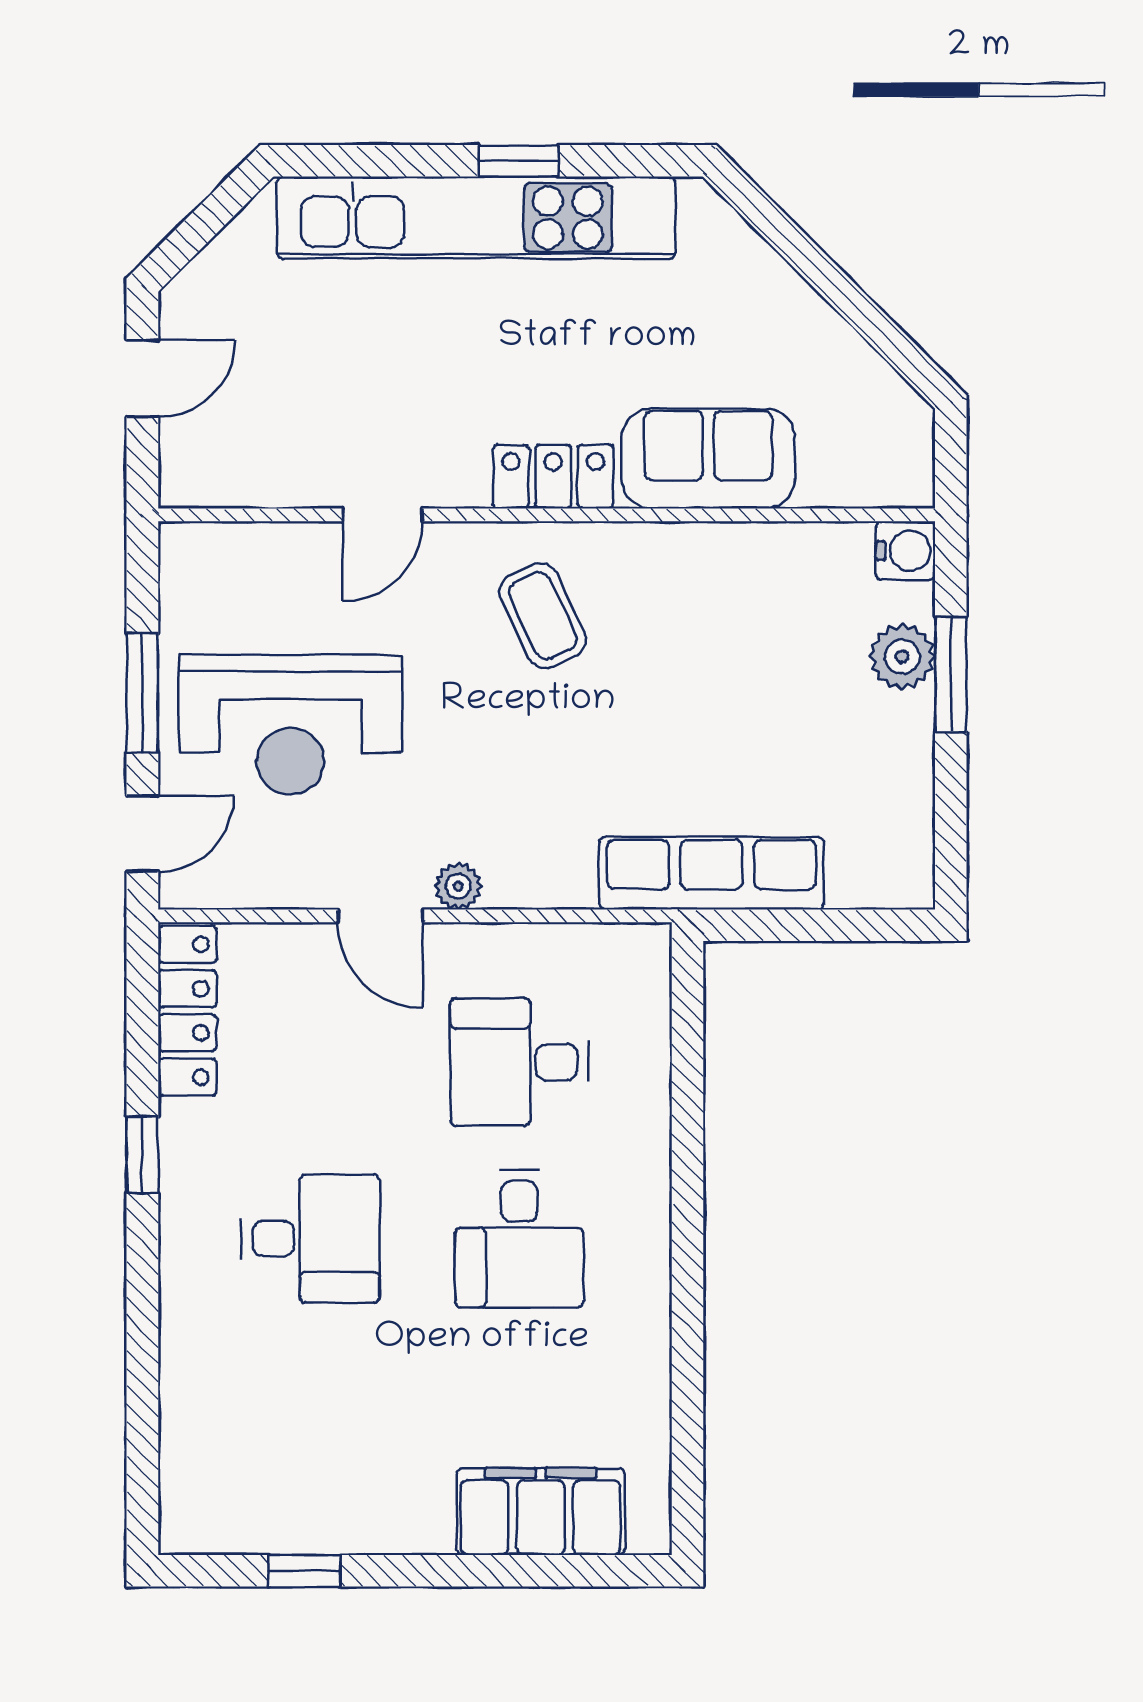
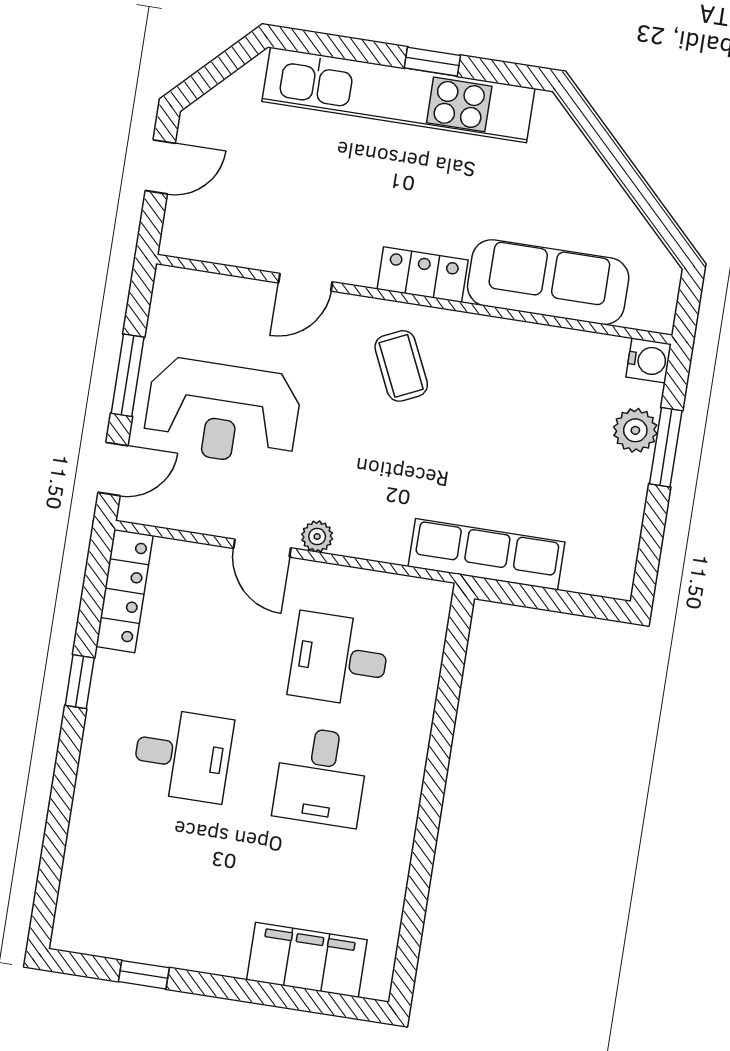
sofa: (708, 459) -> (548, 282), width x1.36

